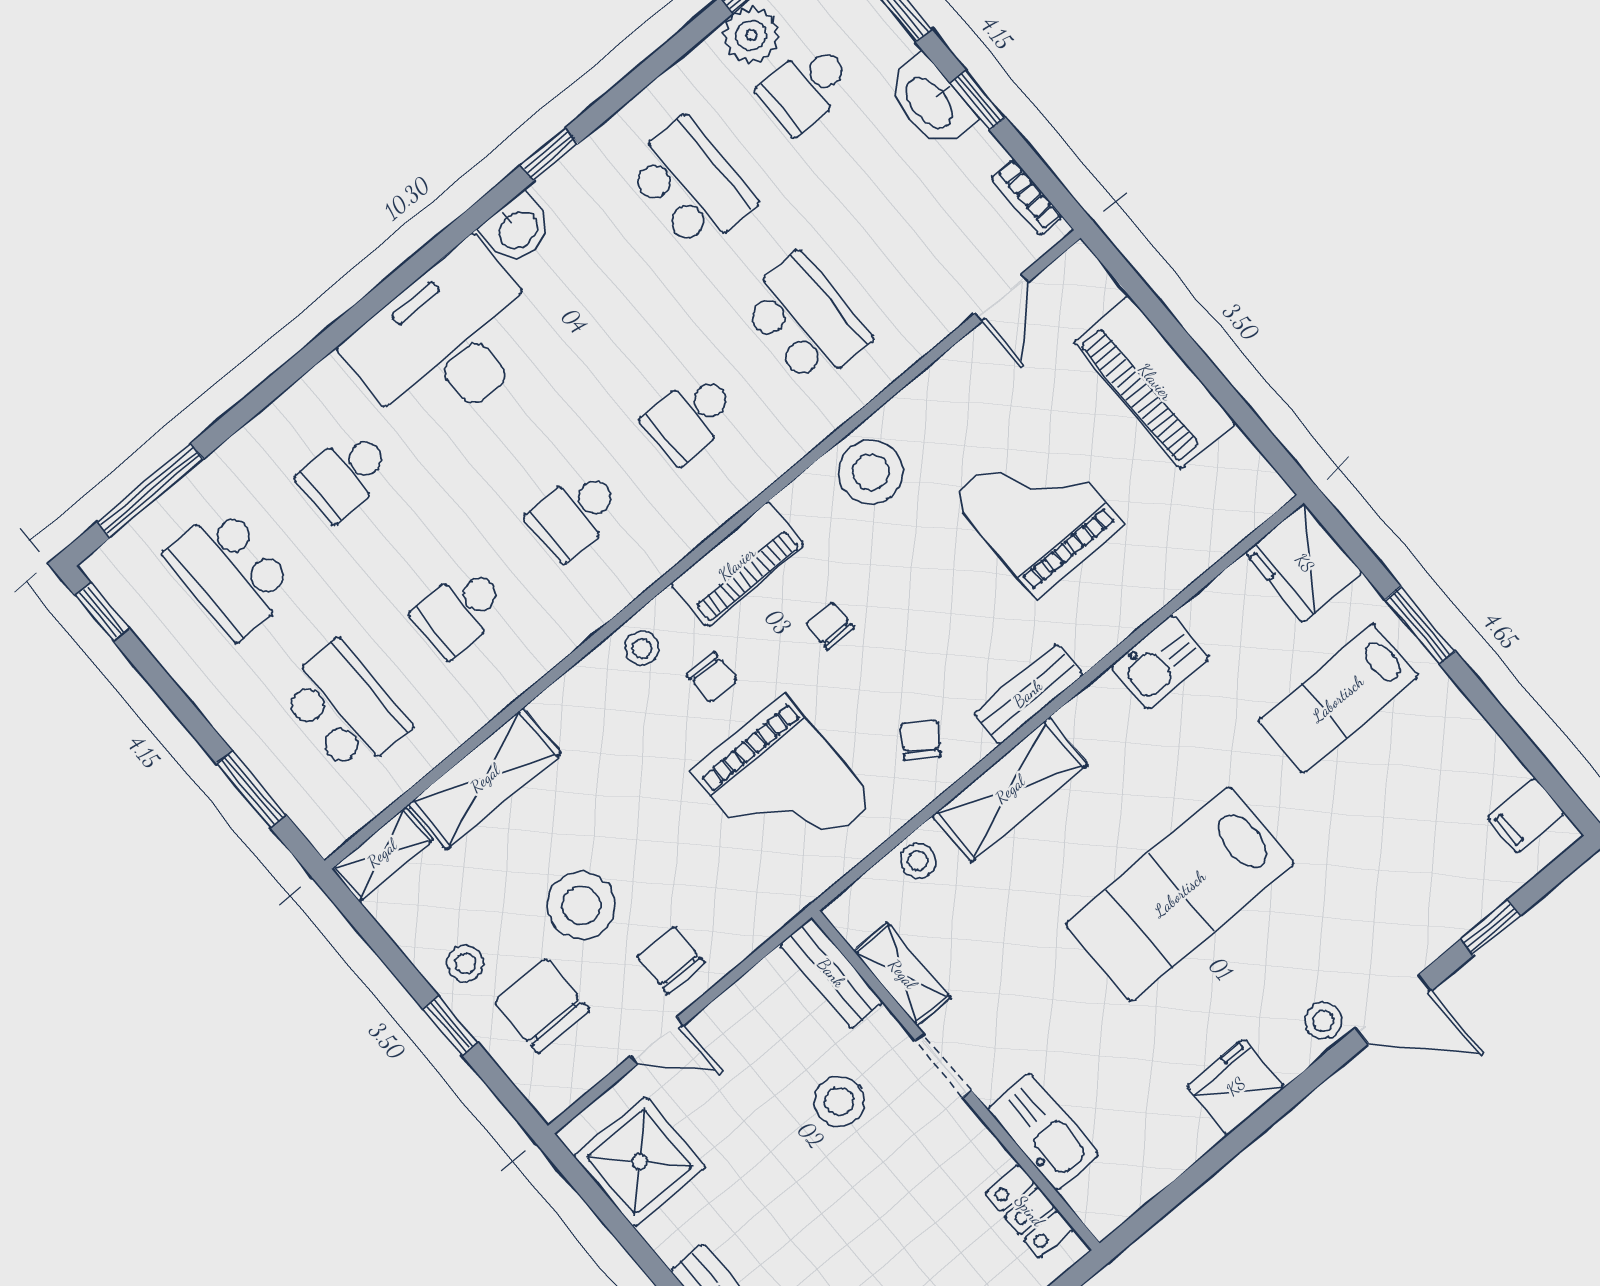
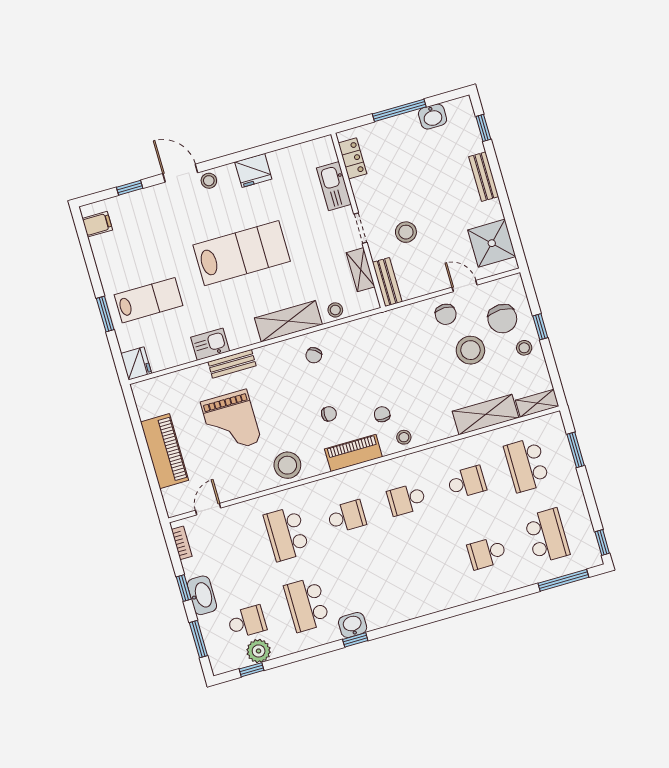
washbasin: (517, 229) -> (353, 625), moved
desk: (448, 341) -> (425, 586), removed
school desk: (345, 475) -> (487, 553), turned 180
school desk: (575, 514) -> (407, 499), turned 180
fridge: (1304, 563) -> (136, 363), width x0.73, depth x0.75
chair: (830, 626) -> (329, 414), turned -90
bench: (1028, 694) -> (232, 364), moved
grand piano: (783, 787) -> (374, 361), removed

